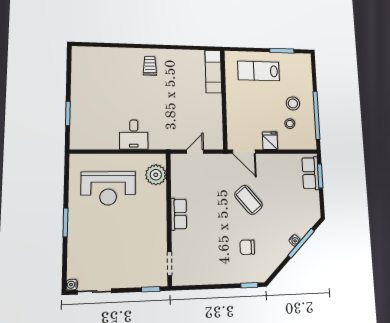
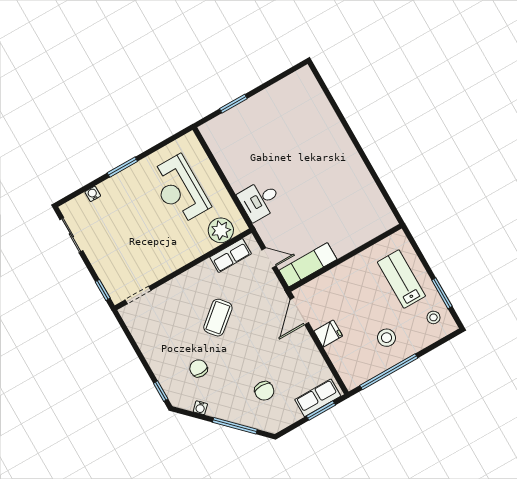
trolley: (150, 66) -> (335, 158), removed
exam couch: (213, 72) -> (308, 265), moved
stool: (290, 124) -> (433, 317), moved
desk: (134, 135) -> (260, 200), moved
coffee table: (248, 200) -> (218, 318), moved
chair: (287, 208) -> (264, 391), added
row of seats: (179, 214) -> (231, 256), moved
water cooler: (295, 240) -> (200, 408), moved
water cooler: (72, 285) -> (93, 194), moved

